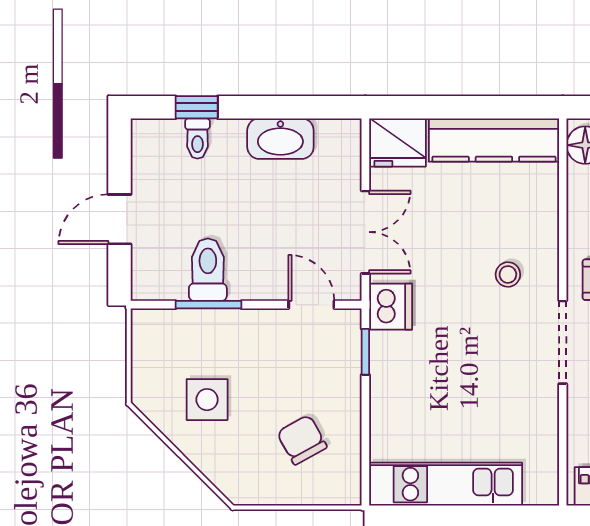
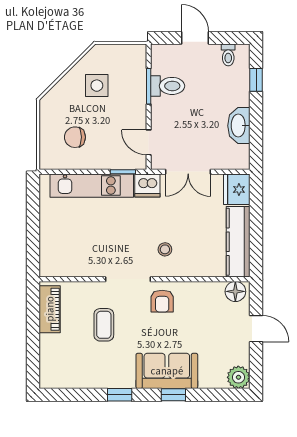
toilet: (197, 138) -> (228, 55), moved, turned -90
door: (311, 305) -> (149, 142), swing flipped
chair: (302, 440) -> (75, 137), turned -151
kitchen unit: (446, 484) -> (92, 186), moved, turned 90

